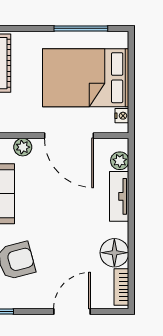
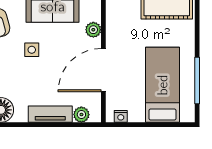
bed: (86, 78) -> (163, 85), width x0.67
side table: (46, 218) -> (32, 50), added

